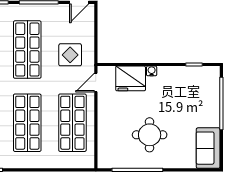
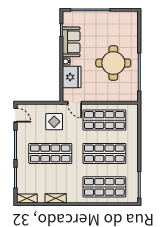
round table: (150, 135) -> (113, 63), width x1.36, depth x1.36
sofa: (208, 148) -> (71, 42), moved, turned -90

